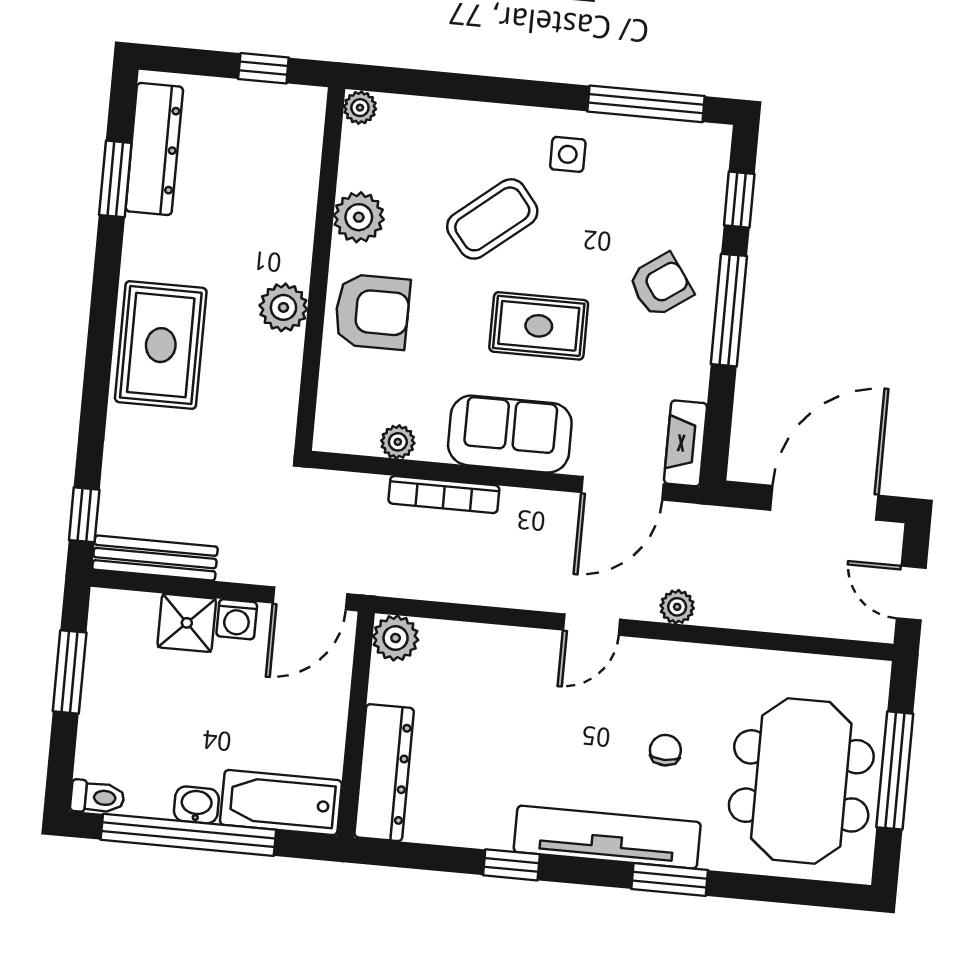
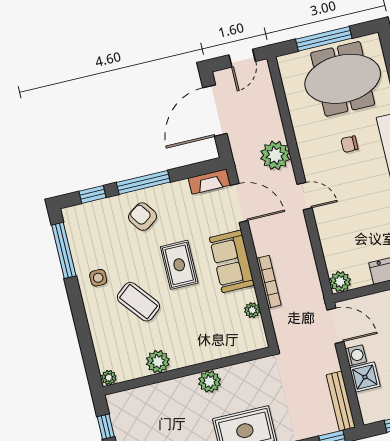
armchair: (372, 312) -> (198, 341), removed
door: (824, 503) -> (215, 111), hinge flipped
plant: (677, 607) -> (275, 155), width x1.88, depth x1.88

